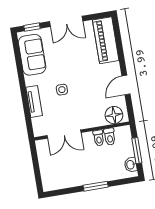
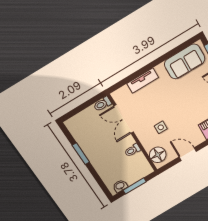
side table: (62, 90) -> (161, 127), moved
toilet: (110, 137) -> (102, 104), moved
window: (96, 186) -> (81, 154), moved

